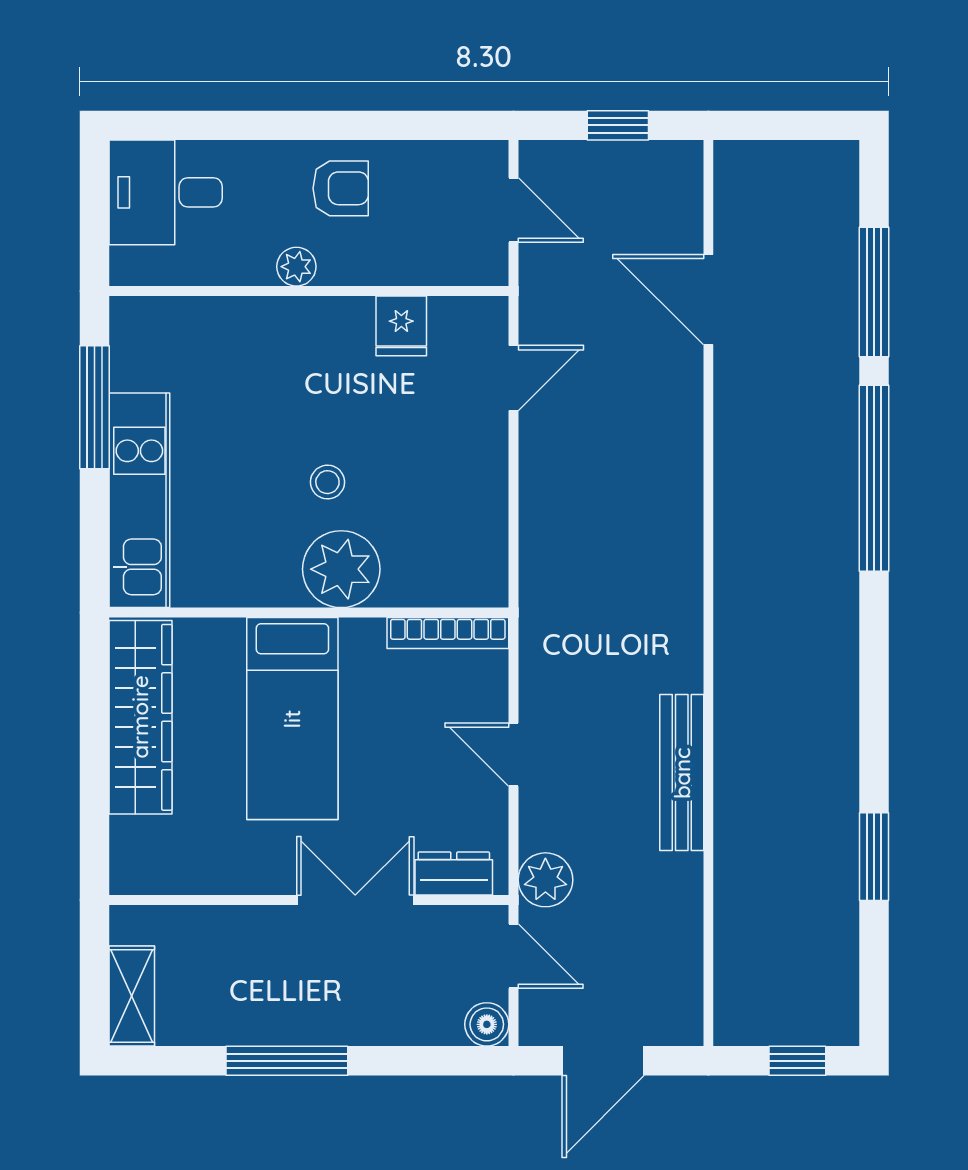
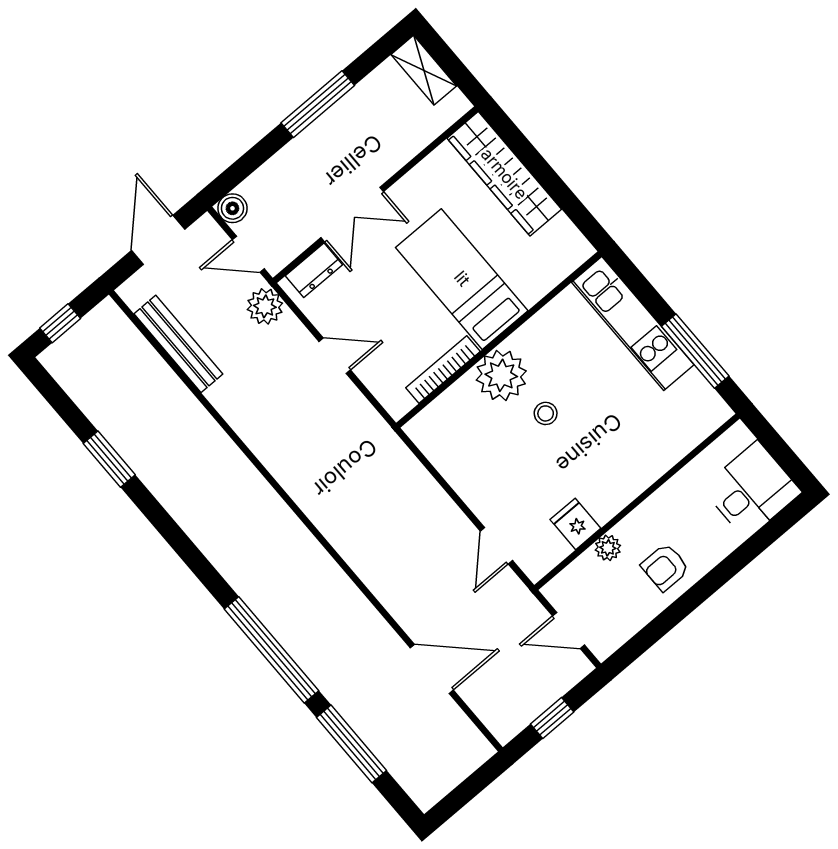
plant: (296, 267) -> (608, 548), moved
bookcase: (448, 633) -> (443, 370), moved
wardrobe: (140, 717) -> (504, 174), moved
bench: (682, 773) -> (178, 344), moved

